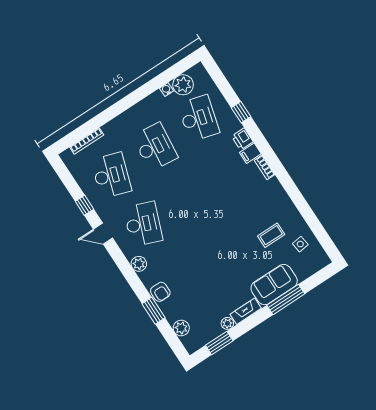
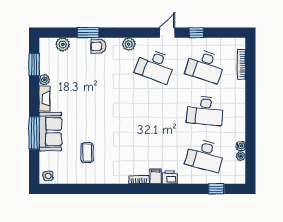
plant: (183, 85) -> (241, 156), width x0.53, depth x0.53
window: (241, 112) -> (216, 189), moved
side table: (300, 244) -> (48, 176), moved

